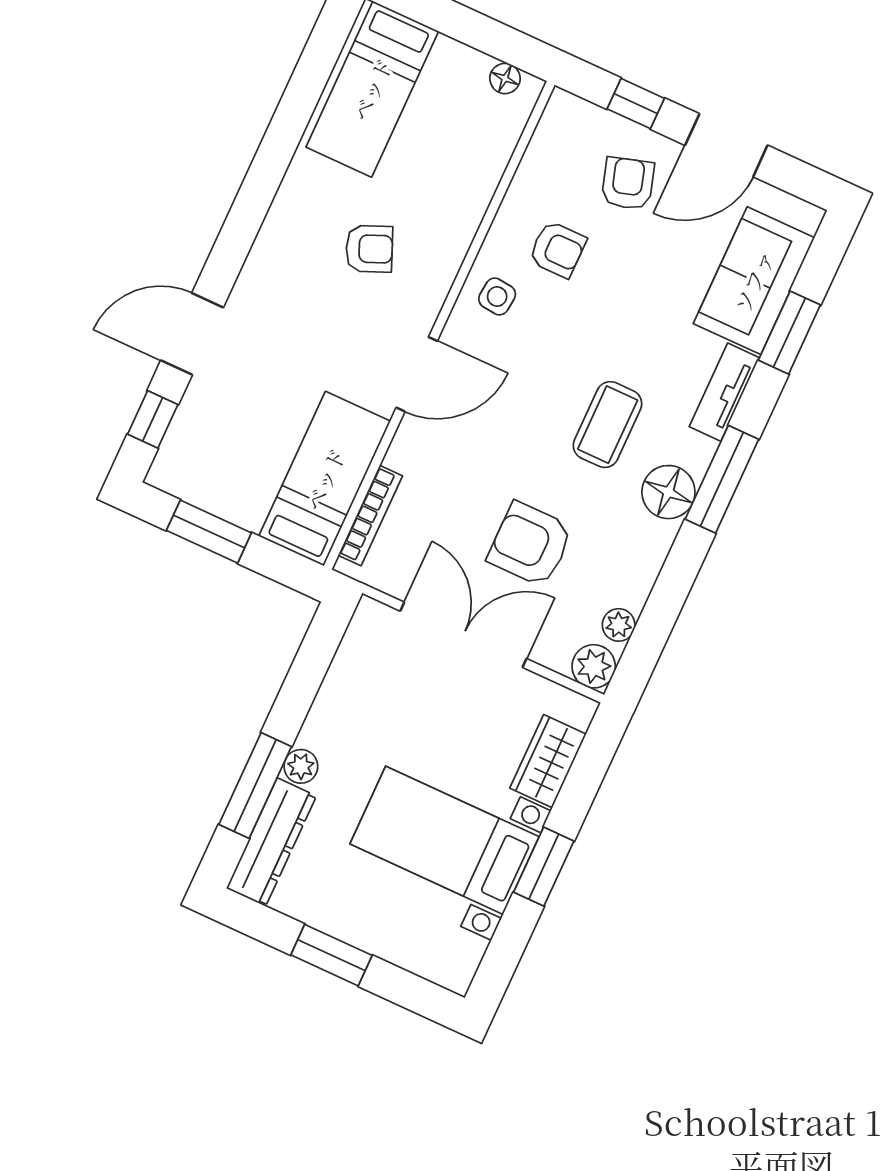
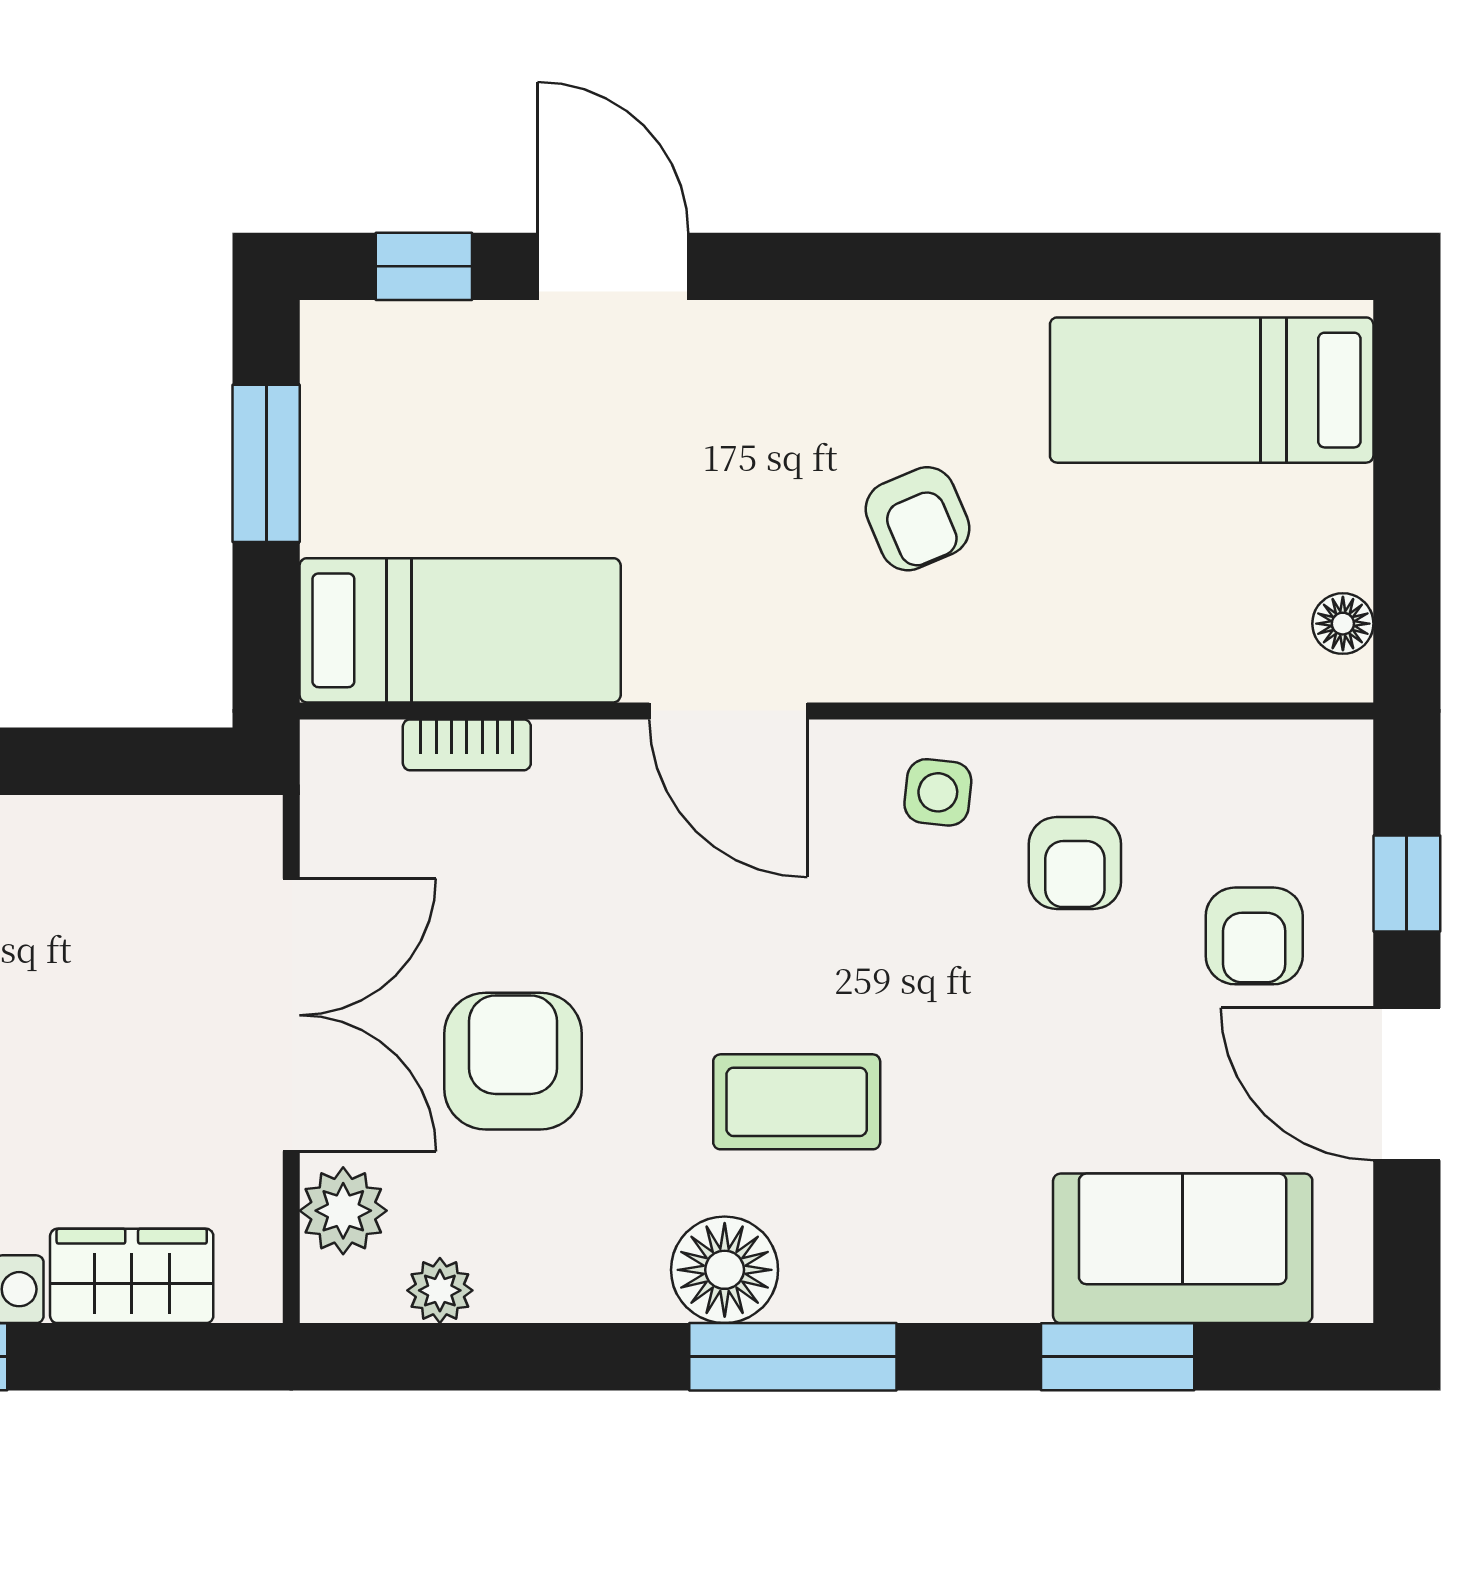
armchair: (628, 183) -> (1254, 936), turned 107
tv unit: (724, 392) -> (954, 1288), removed
bookcase: (370, 516) -> (467, 745), width x0.64
plant: (594, 666) -> (343, 1211), moved

